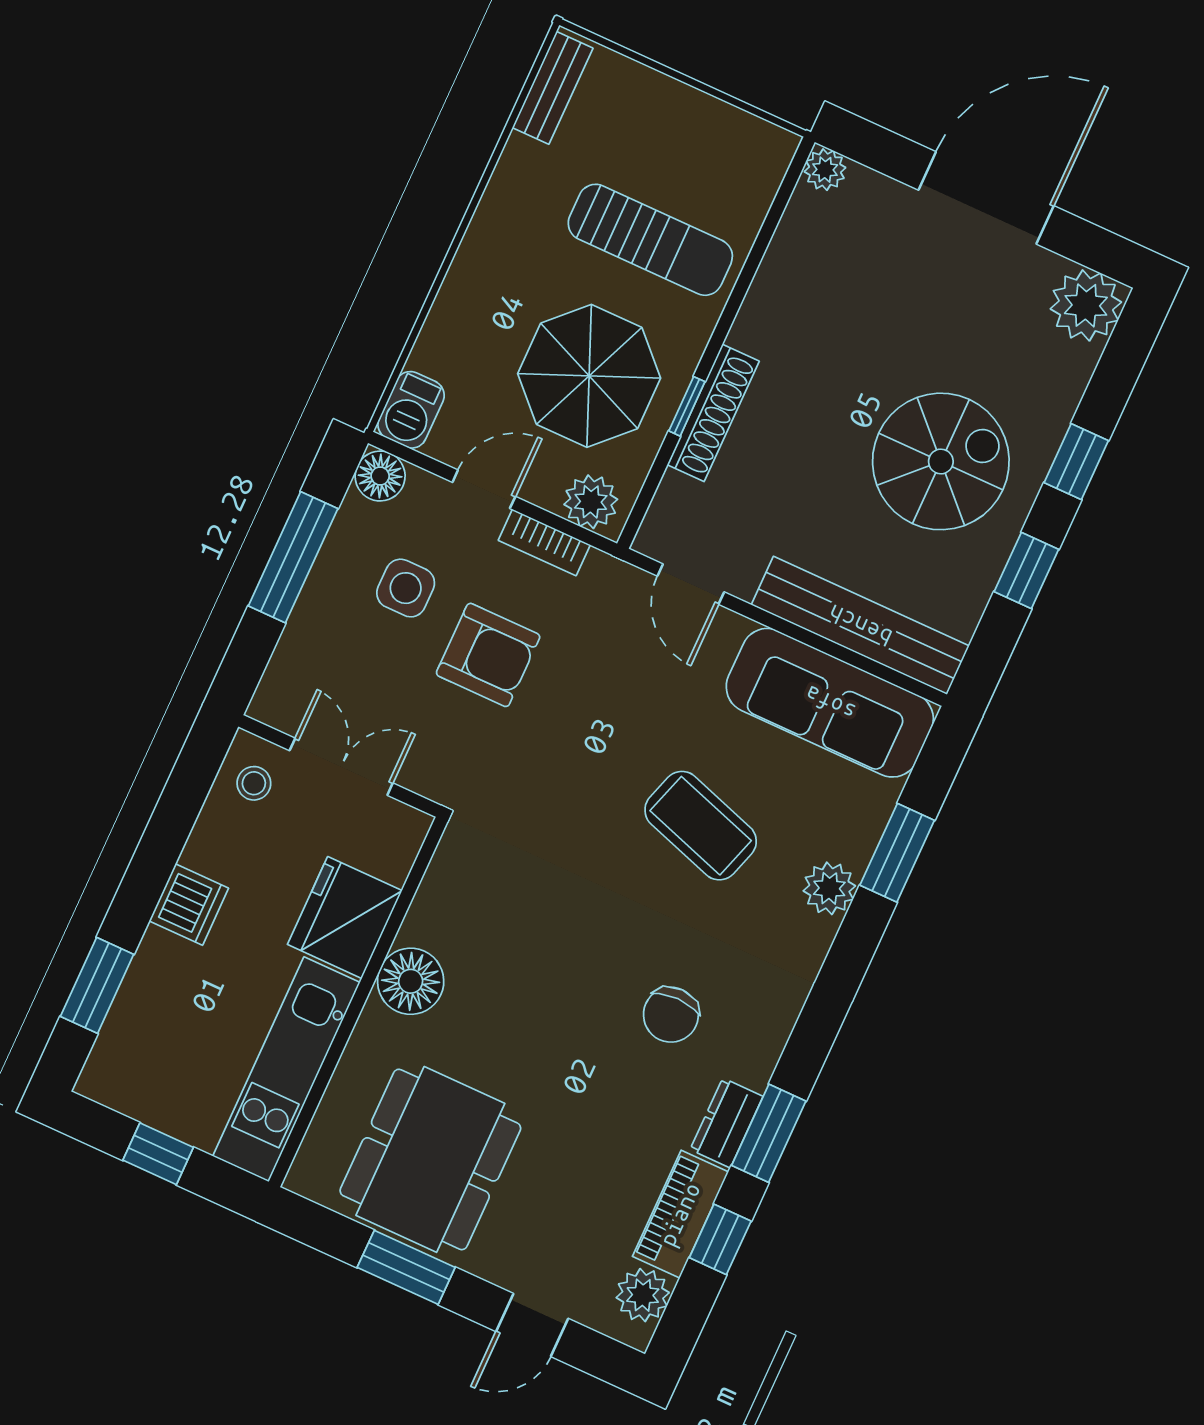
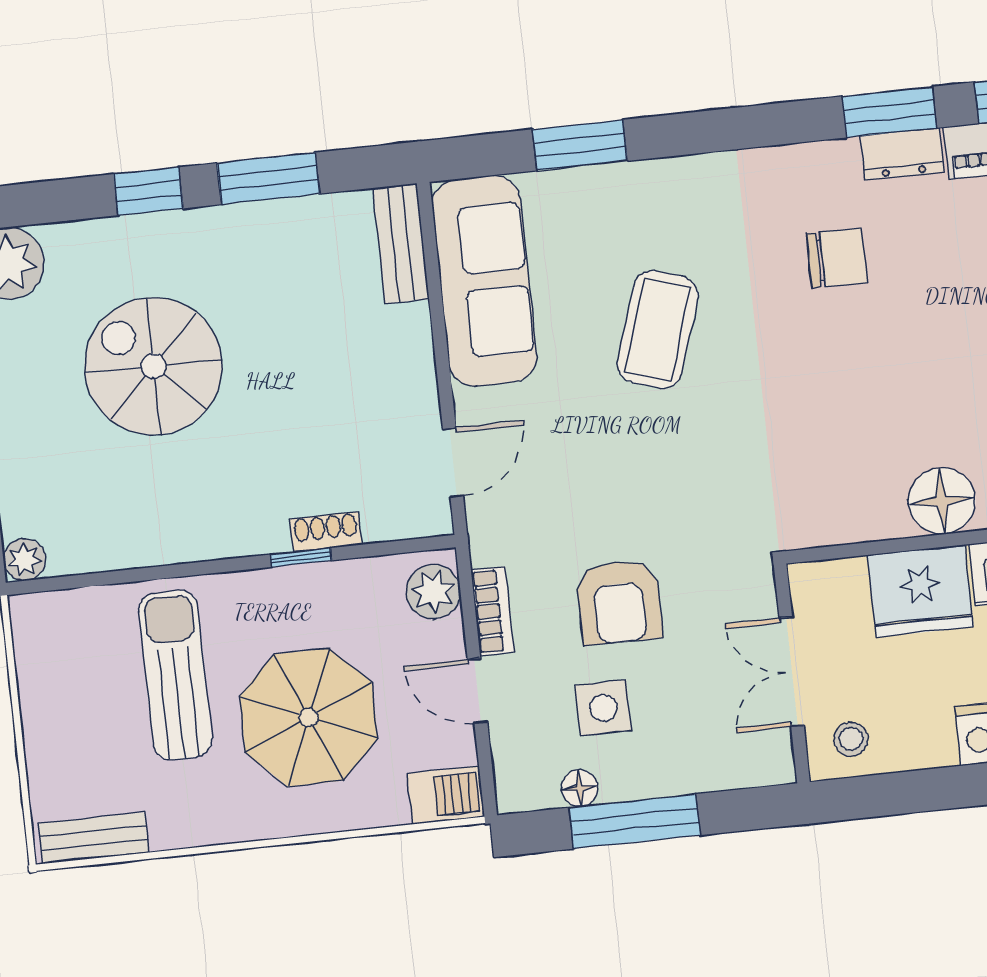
parasol: (589, 376) -> (309, 717), moved
shoe rack: (713, 413) -> (326, 532), width x0.51, depth x0.81
spiral stairs: (941, 461) -> (153, 366), moved
floor lamp: (380, 476) -> (580, 788), moved, width x0.73, depth x0.73
window: (1026, 570) -> (268, 178), width x1.50
bench: (860, 625) -> (401, 244), width x0.54, depth x0.82
armchair: (488, 655) -> (619, 602), turned 180
plant: (829, 888) -> (646, 186), removed

